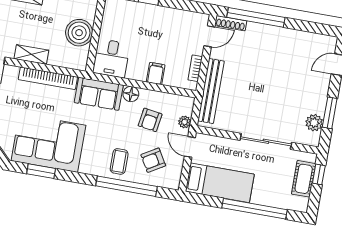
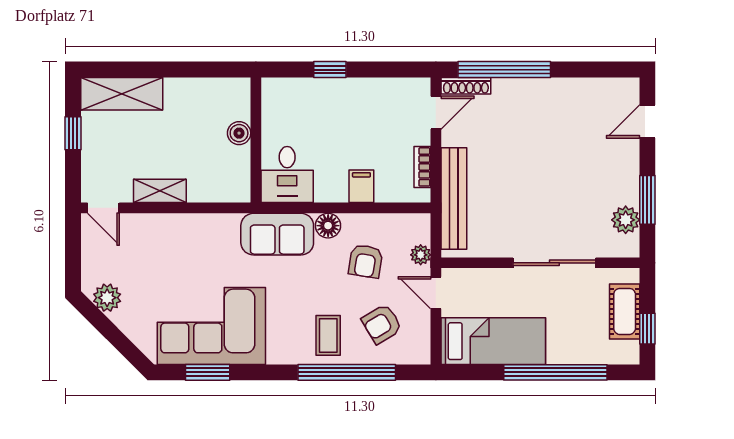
boiler: (79, 33) -> (239, 133), width x0.54, depth x0.54
bookcase: (48, 78) -> (192, 224), removed
window: (319, 174) -> (647, 329), moved

